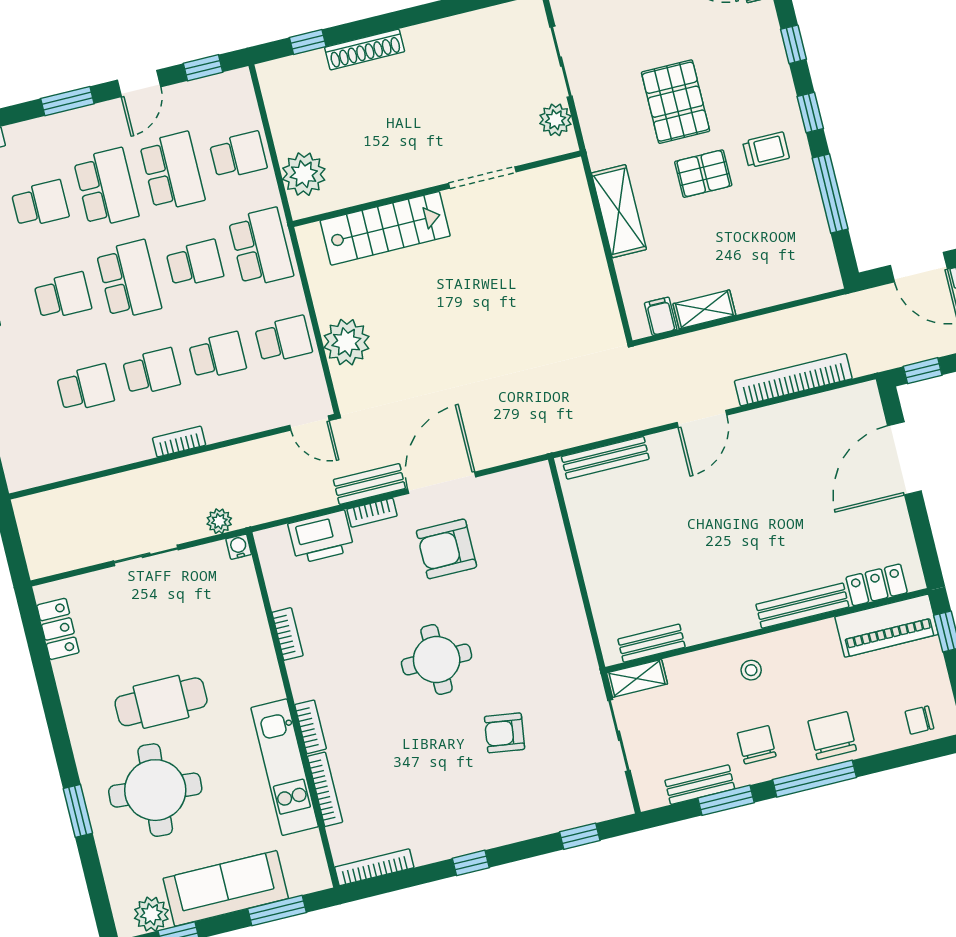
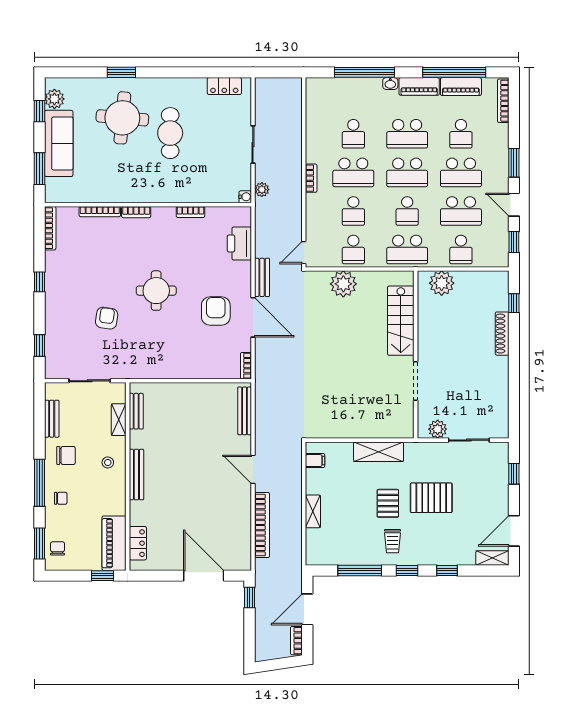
school desk: (63, 296) -> (407, 134), width x1.85
shelving: (704, 309) -> (313, 511), moved
school desk: (151, 372) -> (353, 172), width x1.85
bookcase: (372, 513) -> (246, 366), moved
bench: (802, 606) -> (136, 475), moved
shelving: (637, 678) -> (119, 420), moved
chair: (832, 736) -> (61, 498), width x0.54, depth x0.54
kitchen unit: (285, 767) -> (117, 192), removed
window: (726, 800) -> (39, 544), moved

